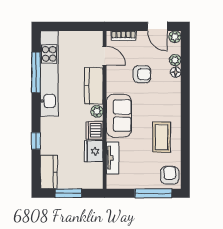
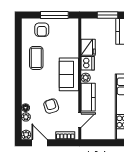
door: (105, 56) -> (80, 120), swing flipped
armchair: (142, 74) -> (51, 106), turned 72
tv unit: (113, 158) -> (74, 42), removed
armchair: (170, 175) -> (42, 30), moved
window: (153, 193) -> (54, 15), moved

